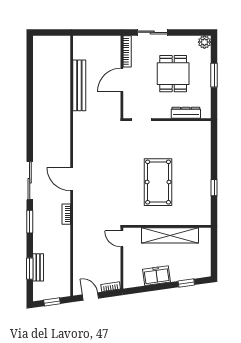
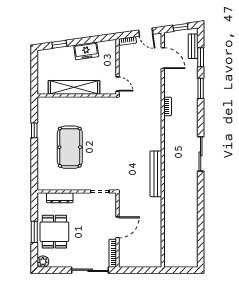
sliding door: (152, 32) -> (90, 270), width x1.37
dining table: (173, 74) -> (54, 232), moved
bench: (79, 85) -> (156, 174), moved
door: (72, 179) -> (163, 58), moved
sliding door: (30, 181) -> (201, 154), moved
pool table: (158, 182) -> (70, 147), moved
window: (30, 222) -> (201, 88), moved
bench: (38, 267) -> (193, 46), moved

